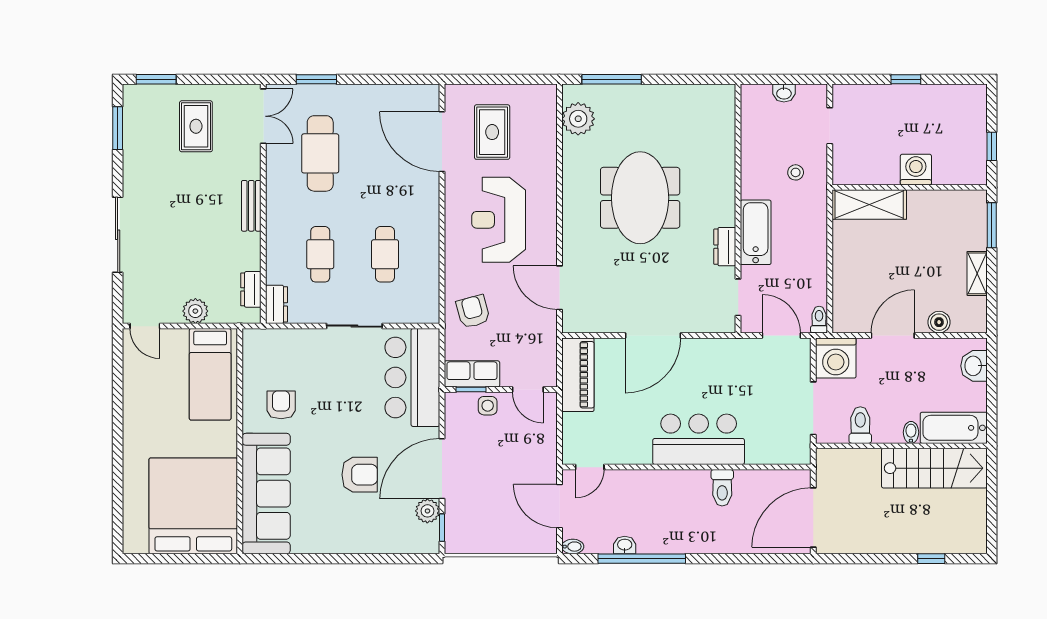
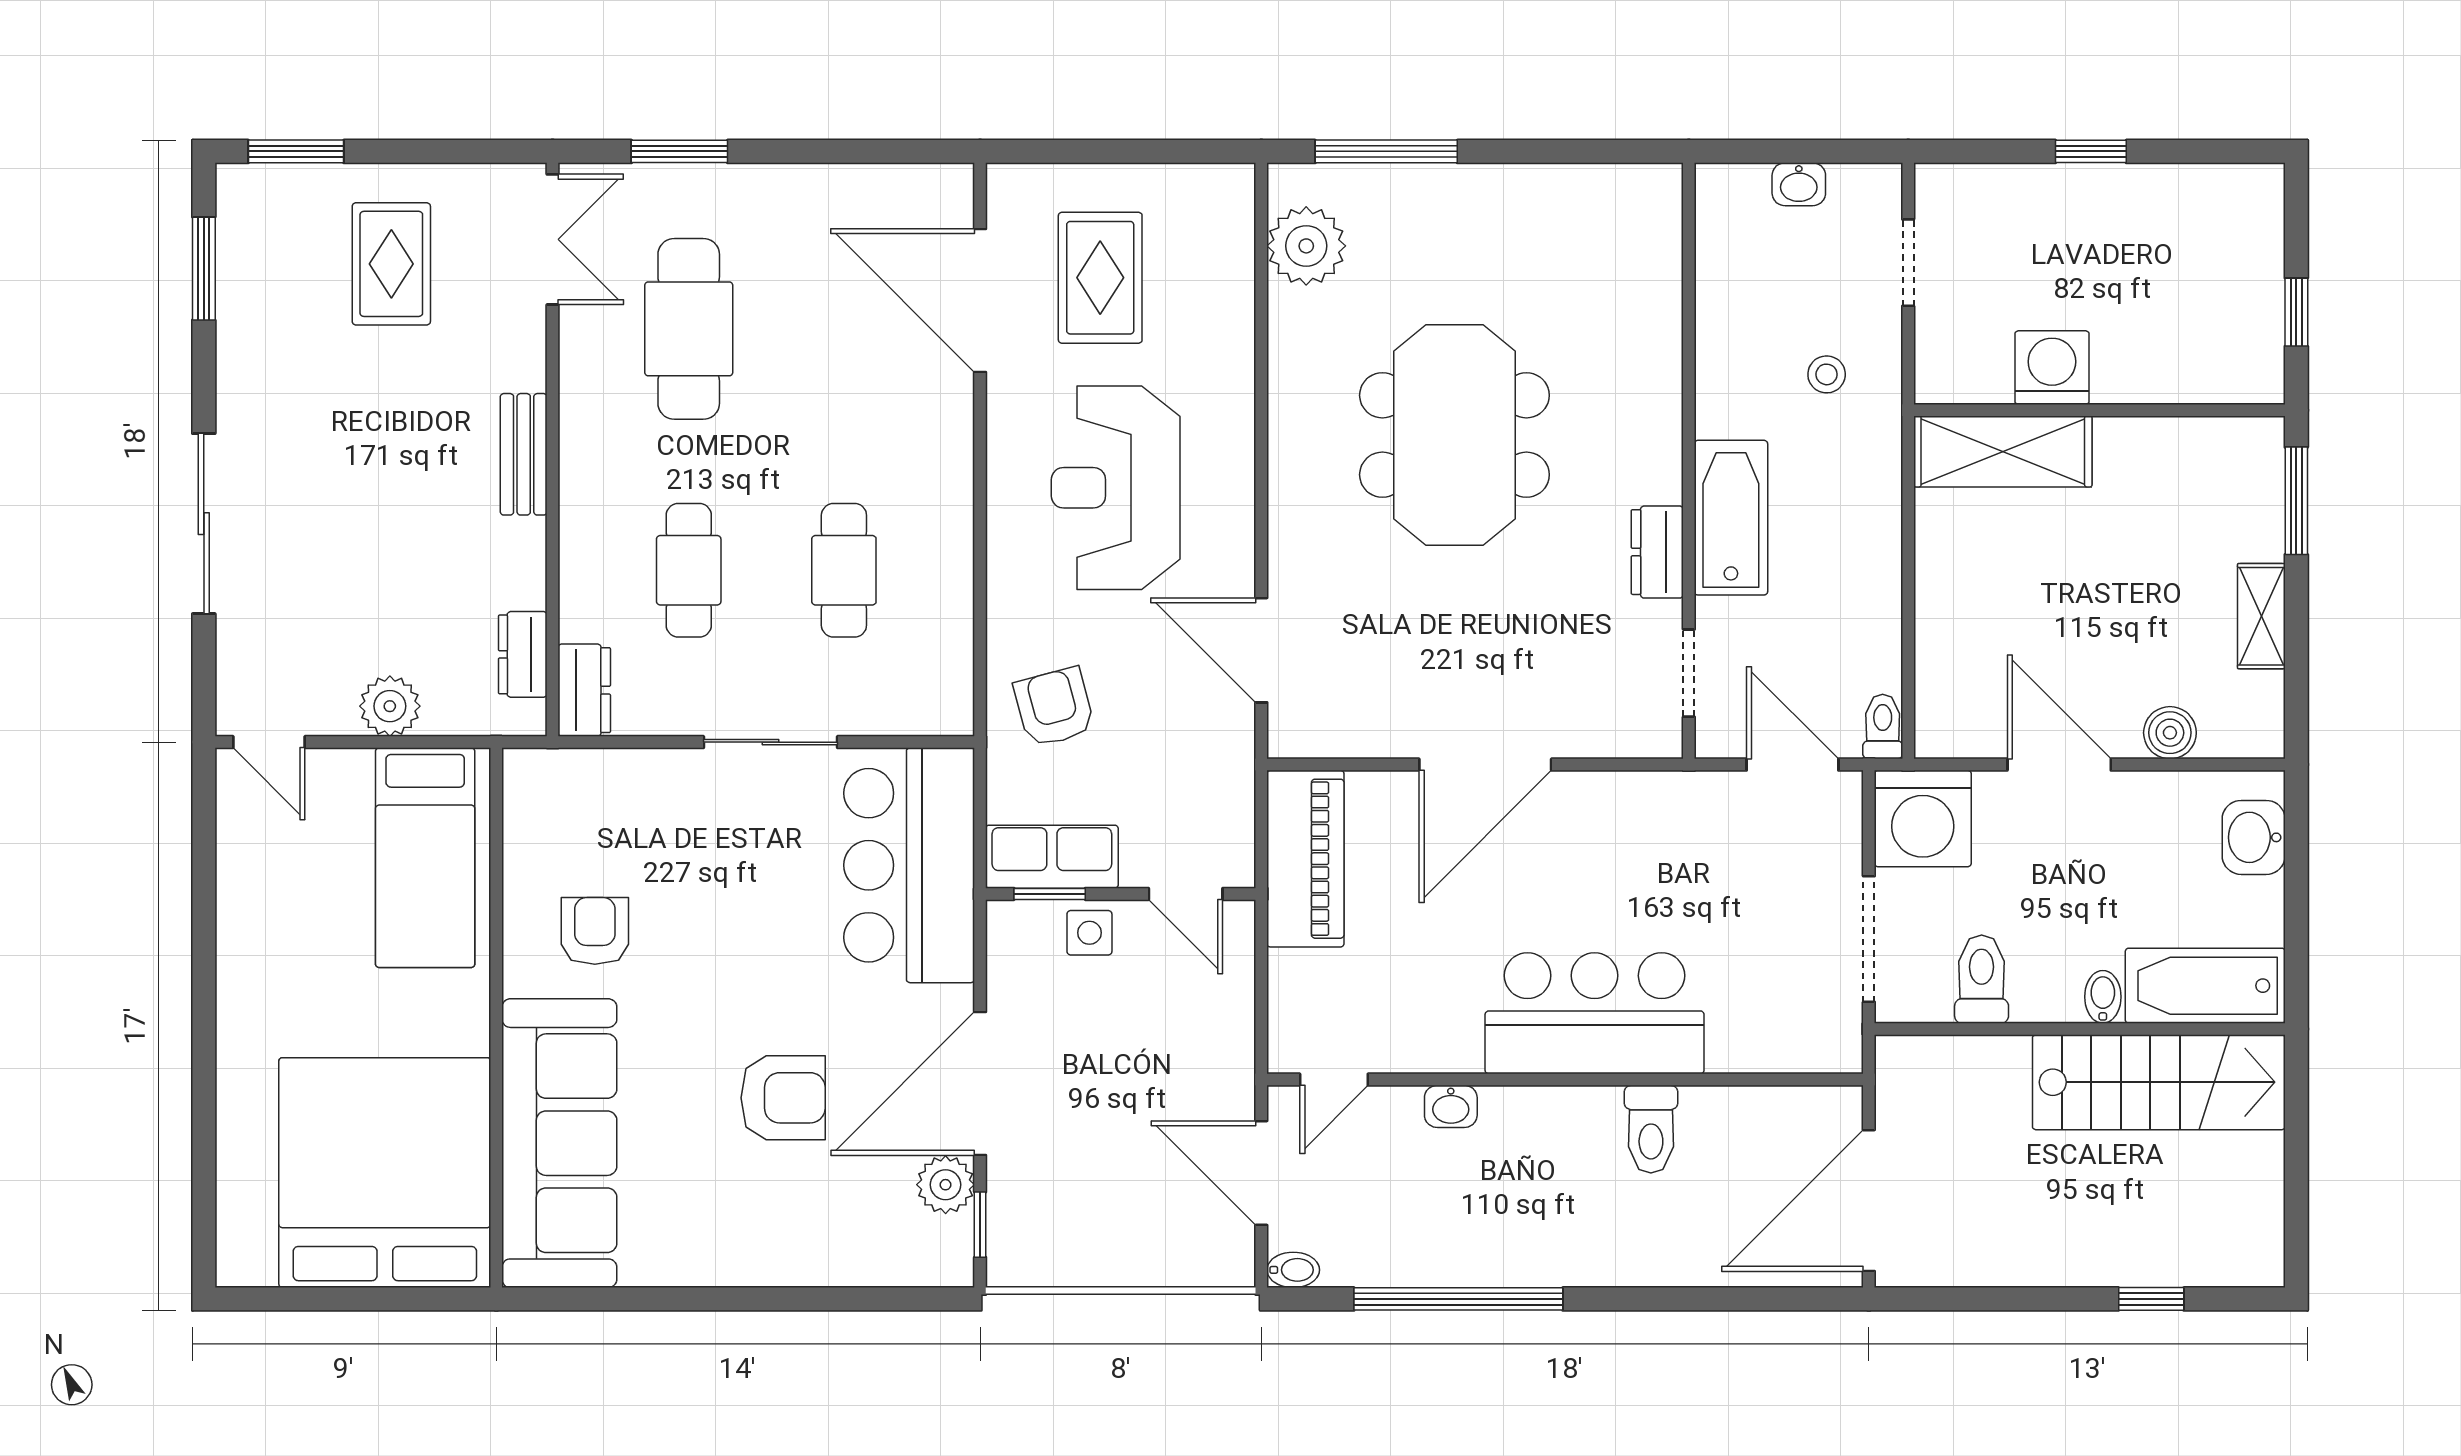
washing machine: (916, 170) -> (2052, 368), moved
door: (893, 335) -> (2059, 765), hinge flipped
washbasin: (625, 545) -> (1451, 1106), moved, turned 180

